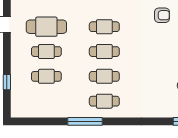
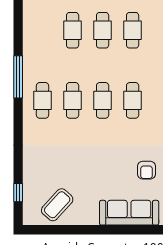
cafe table: (46, 27) -> (133, 30), width x0.73, depth x0.74

